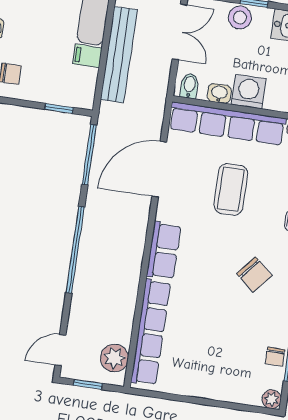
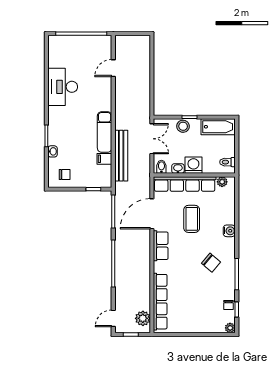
row of seats: (164, 251) -> (161, 246), moved

